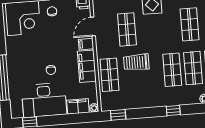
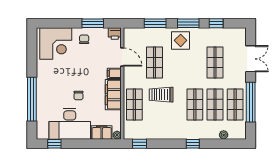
door: (93, 27) -> (122, 57), swing flipped

